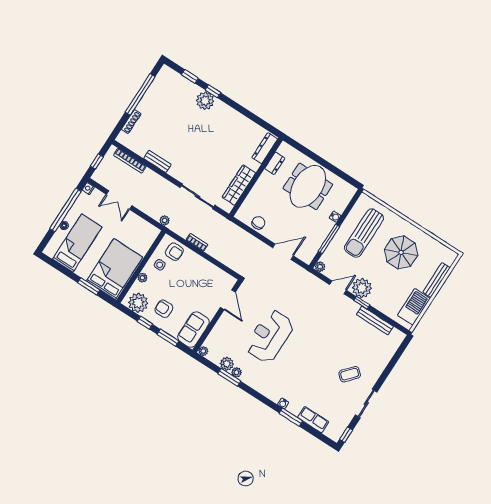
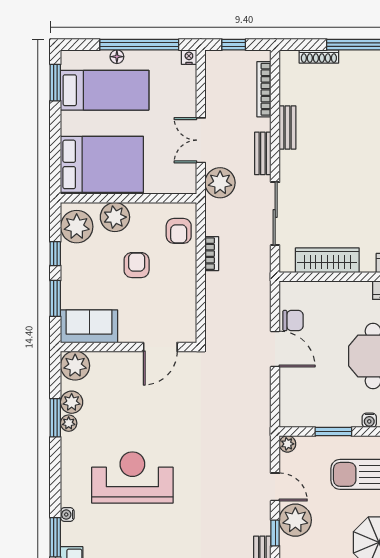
bench: (162, 183) -> (263, 153), added
double door: (119, 200) -> (201, 140), moved
plant: (165, 220) -> (220, 183), width x1.88, depth x1.88
window: (329, 239) -> (333, 432), width x0.69
door: (283, 252) -> (275, 349), moved
side table: (160, 265) -> (148, 222), removed
plant: (142, 278) -> (115, 217), width x1.88, depth x1.88
window: (89, 286) -> (55, 83), moved
armchair: (164, 309) -> (137, 265), moved
reception desk: (270, 336) -> (132, 477), moved
plant: (203, 351) -> (75, 366), width x1.87, depth x1.87

